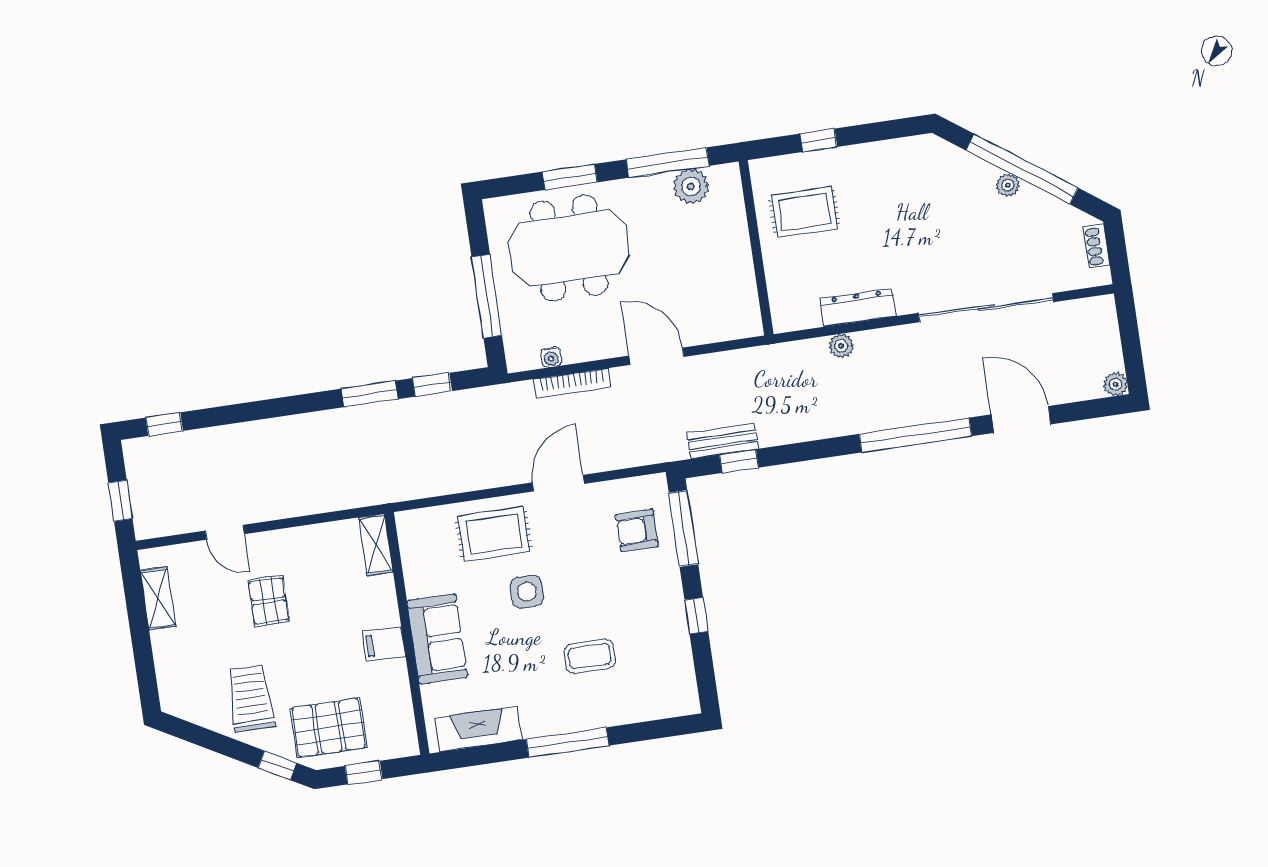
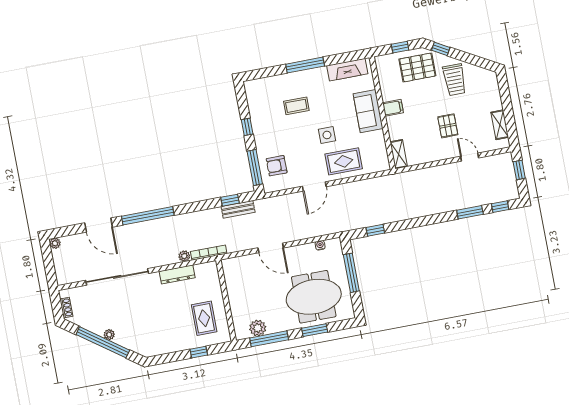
rug: (804, 212) -> (204, 318), turned 90
bookcase: (572, 383) -> (209, 253), moved
window: (370, 394) -> (470, 212), moved
armchair: (637, 530) -> (277, 166), turned 180

